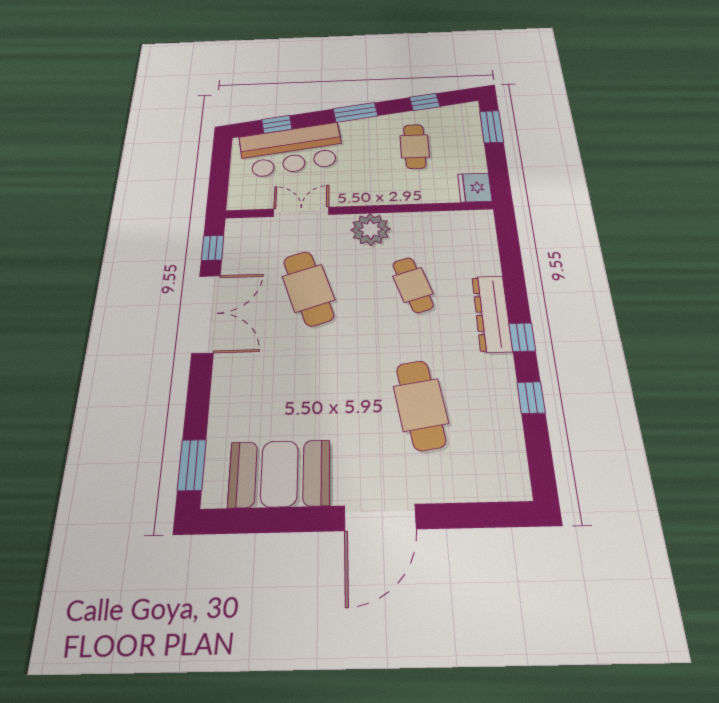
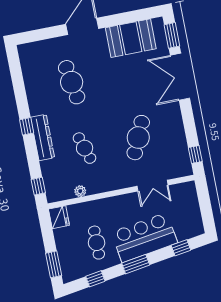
bar counter: (292, 150) -> (144, 238), moved
plant: (370, 229) -> (80, 191), moved, width x0.53, depth x0.53
cafe table: (308, 288) -> (138, 138), turned 42
double door: (206, 314) -> (180, 77), moved
window: (531, 398) -> (38, 186), moved

